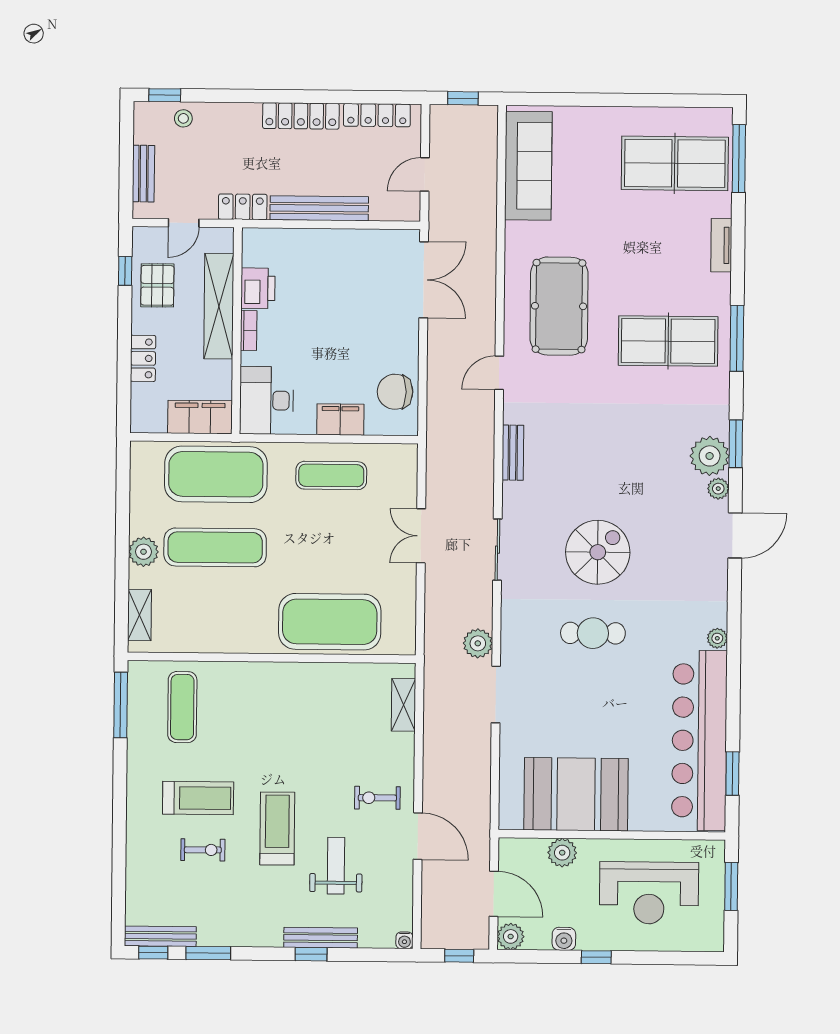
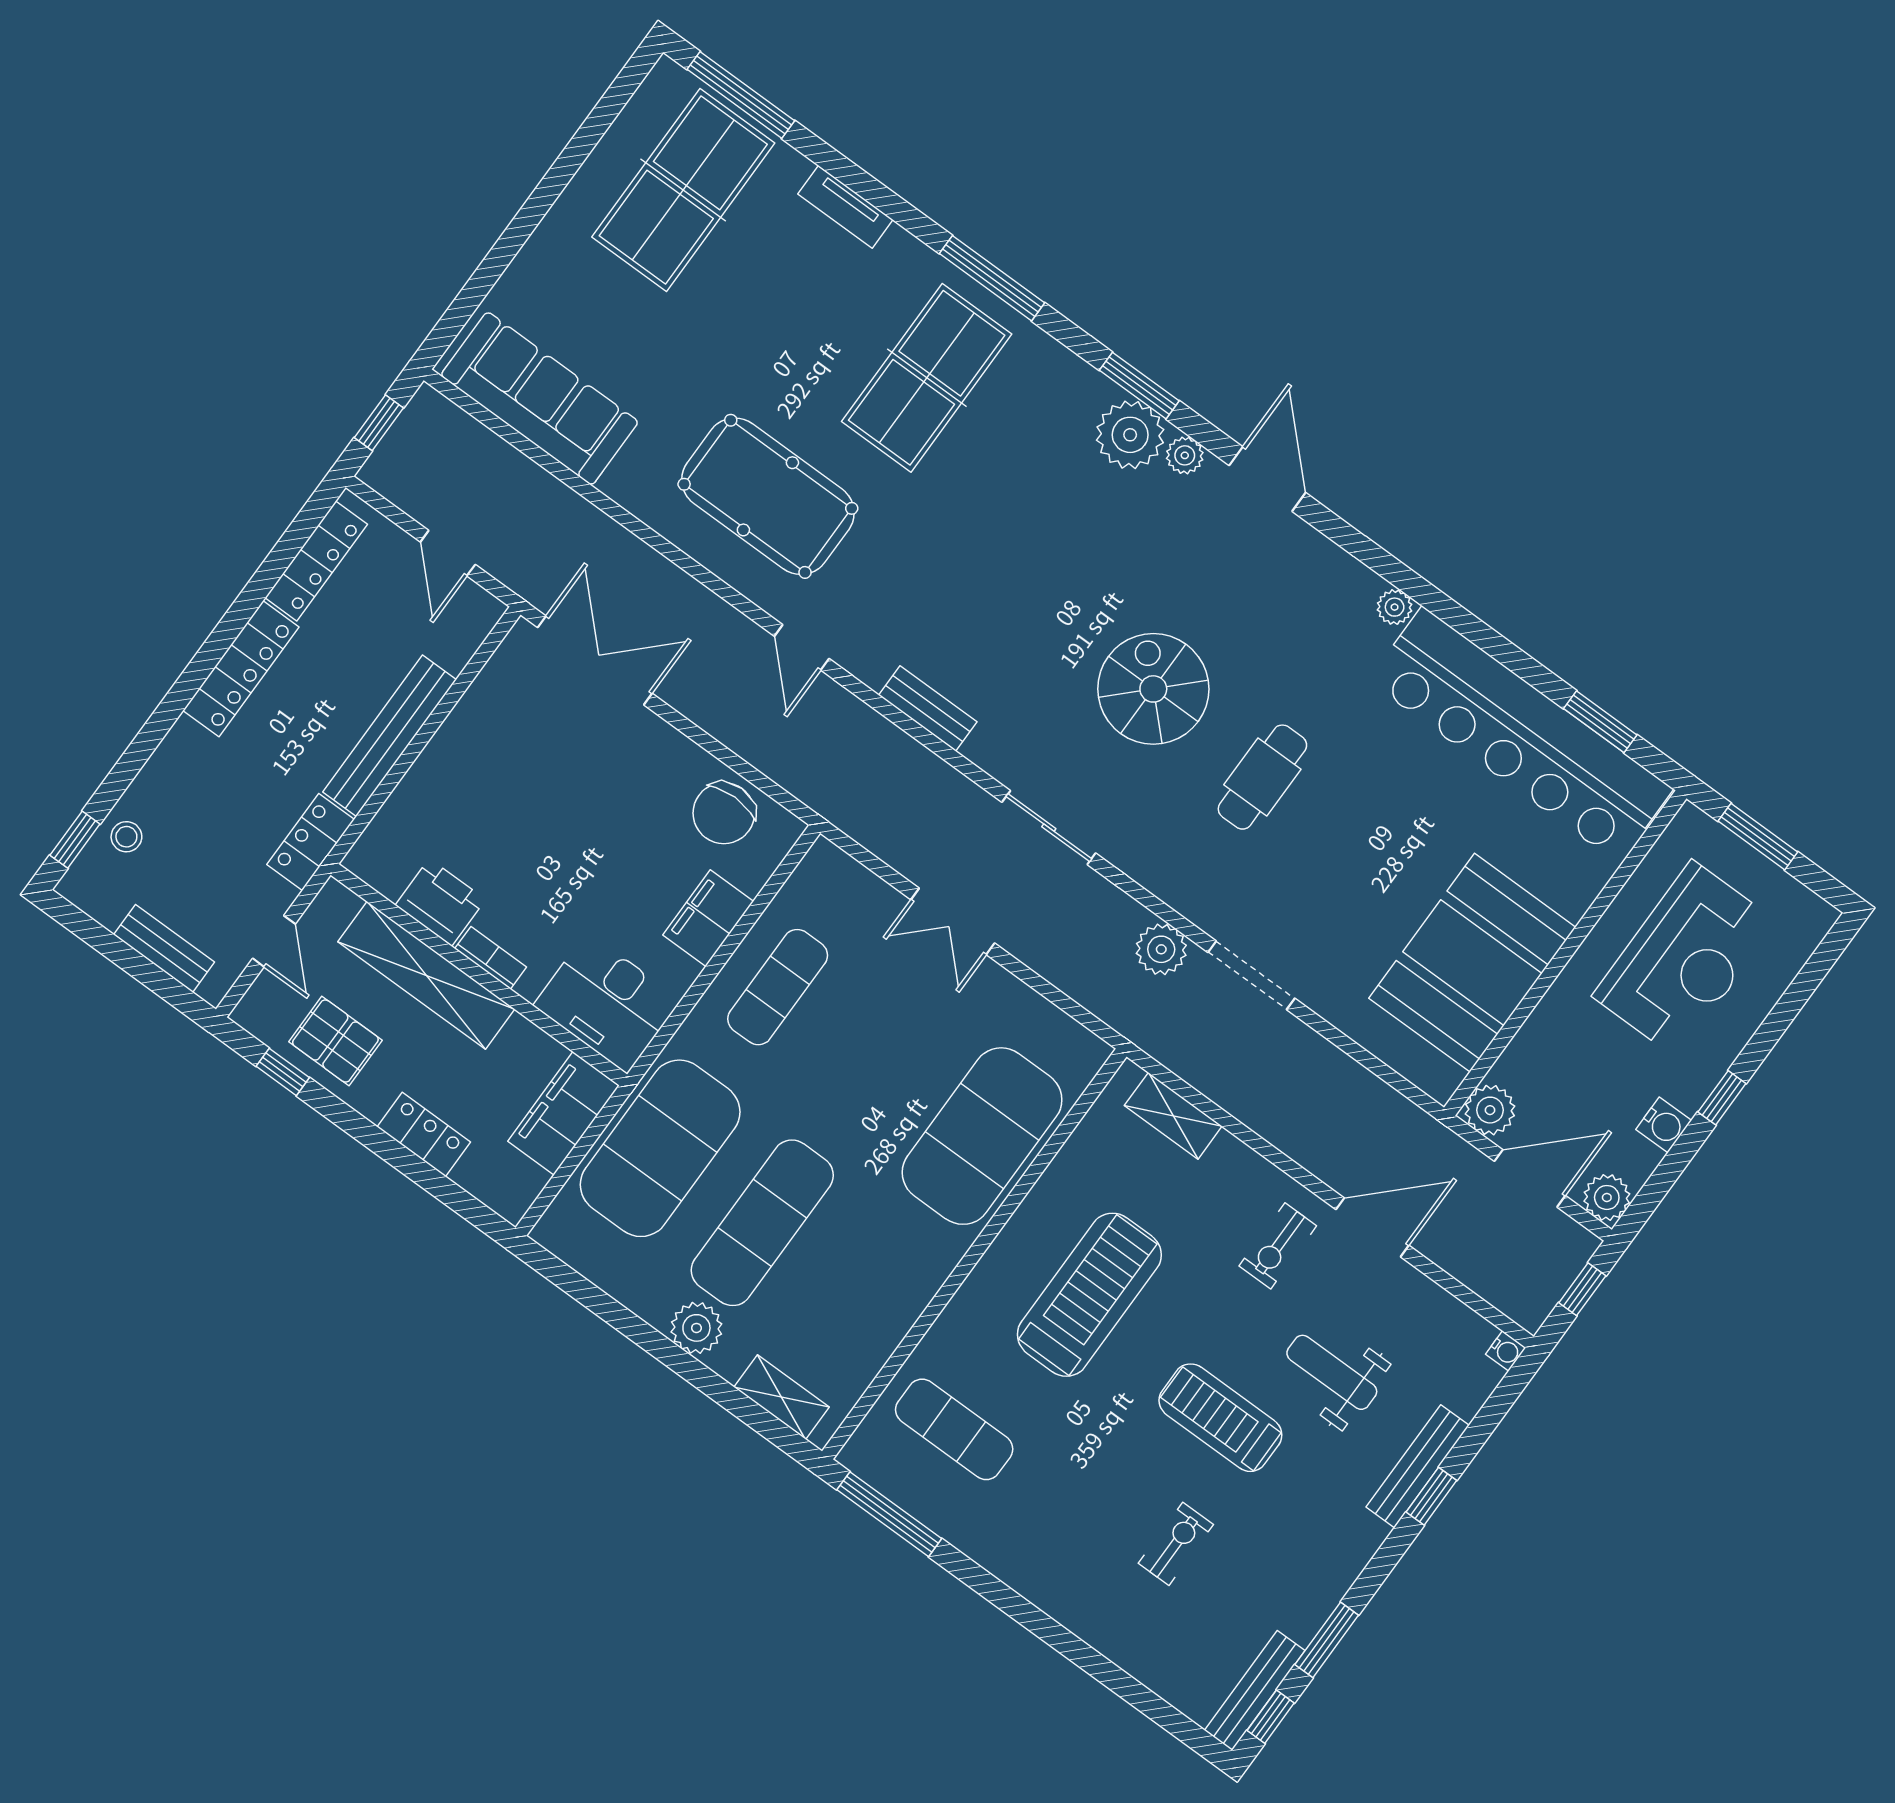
treadmill: (198, 798) -> (1089, 1295), moved, width x1.37, depth x1.38
plant: (562, 853) -> (1490, 1110), moved

